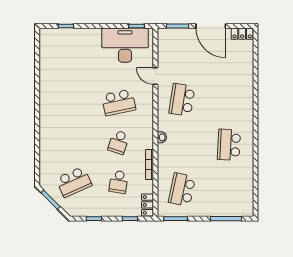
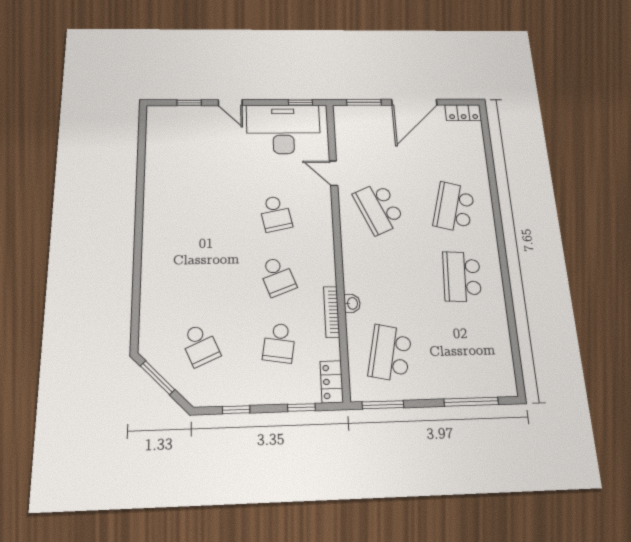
door: (92, 26) -> (230, 103), added
door: (211, 26) -> (414, 102), hinge flipped
school desk: (182, 100) -> (379, 208), turned -33
school desk: (229, 100) -> (454, 207), added
school desk: (119, 102) -> (276, 213), width x0.54
washbasin: (162, 137) -> (352, 303), moved
school desk: (119, 142) -> (277, 276), turned -39
school desk: (74, 182) -> (200, 345), width x0.54

